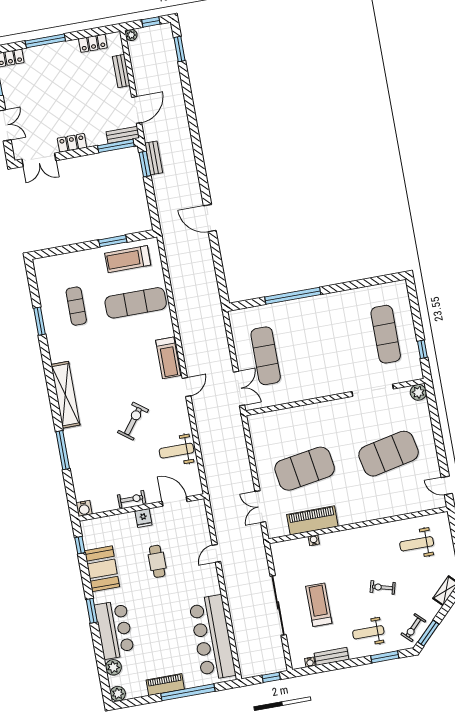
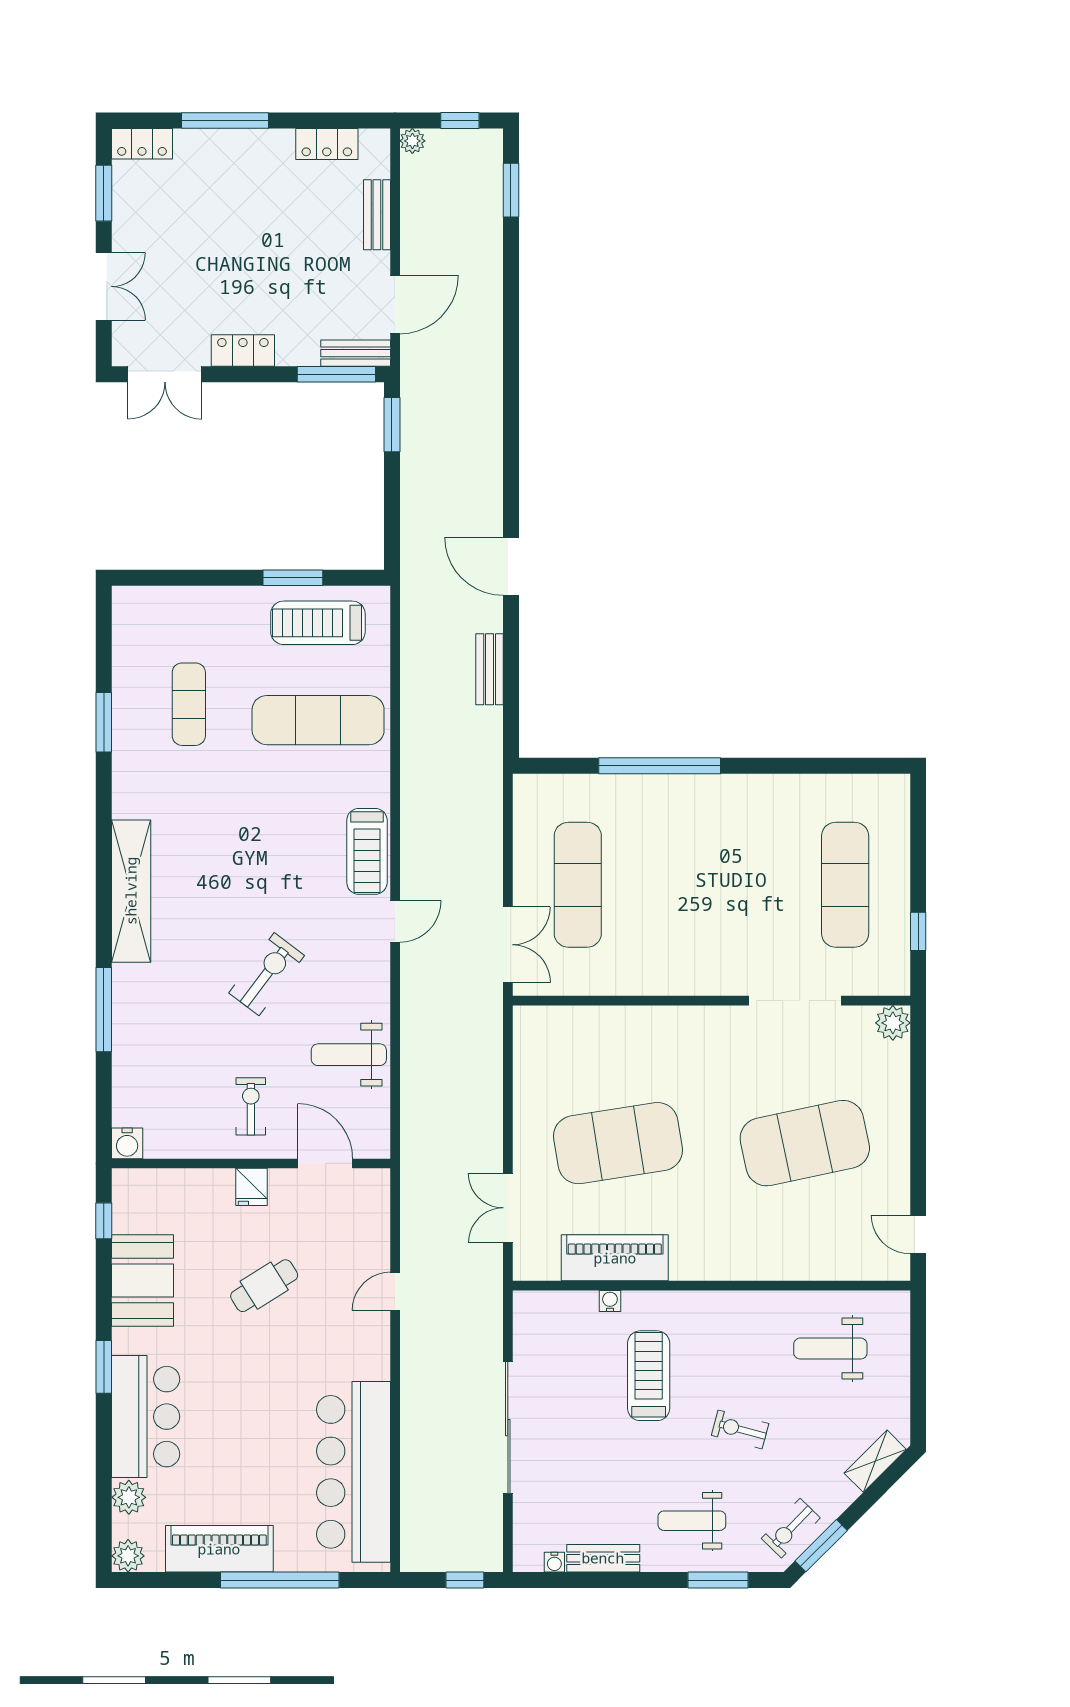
bench: (154, 158) -> (490, 669), moved
exercise bike: (132, 499) -> (251, 1106), moved, turned -90
cafe table: (157, 561) -> (264, 1286), turned 58
treadmill: (319, 605) -> (649, 1376), moved
piano: (165, 685) -> (219, 1549), width x1.37, depth x1.33

